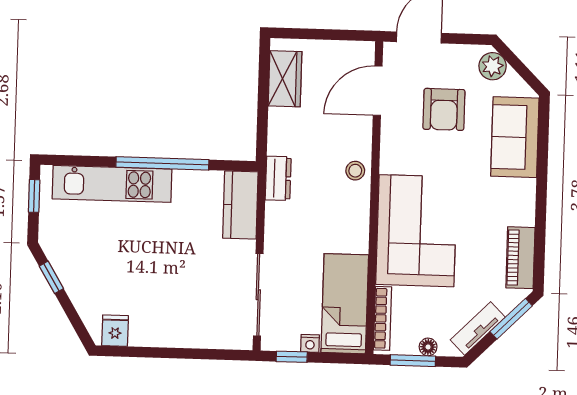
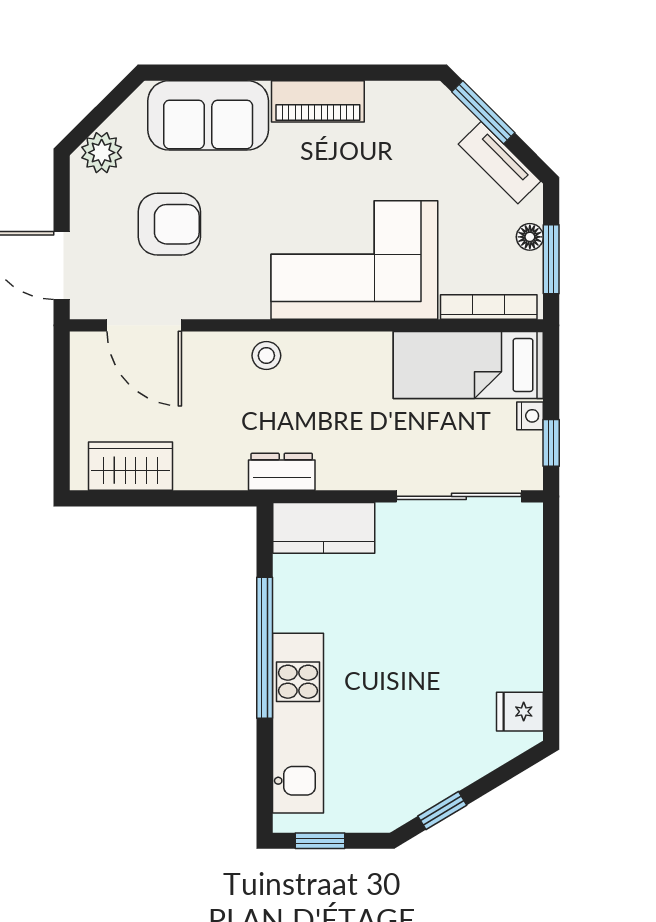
piano: (520, 258) -> (318, 101), moved

